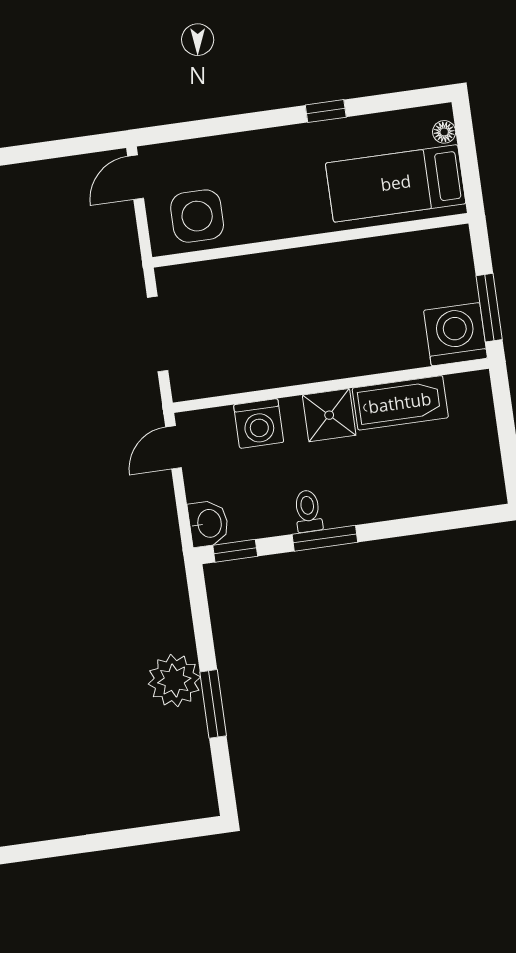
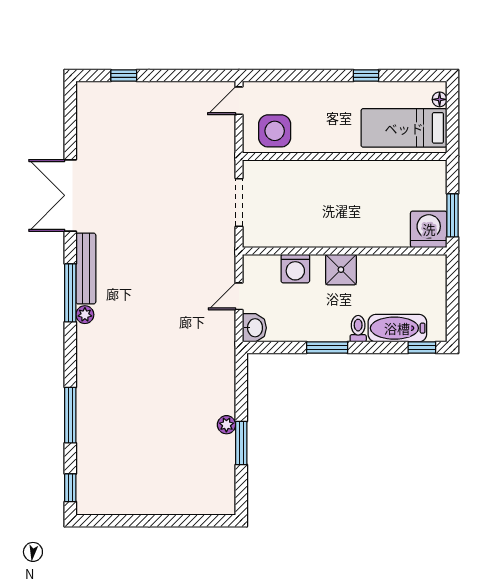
bathtub: (400, 403) -> (397, 328), moved, turned 180
door: (174, 447) -> (239, 296), moved
toilet: (308, 511) -> (358, 329), moved
window: (235, 551) -> (422, 348), moved
plant: (174, 681) -> (226, 425), width x0.53, depth x0.53

